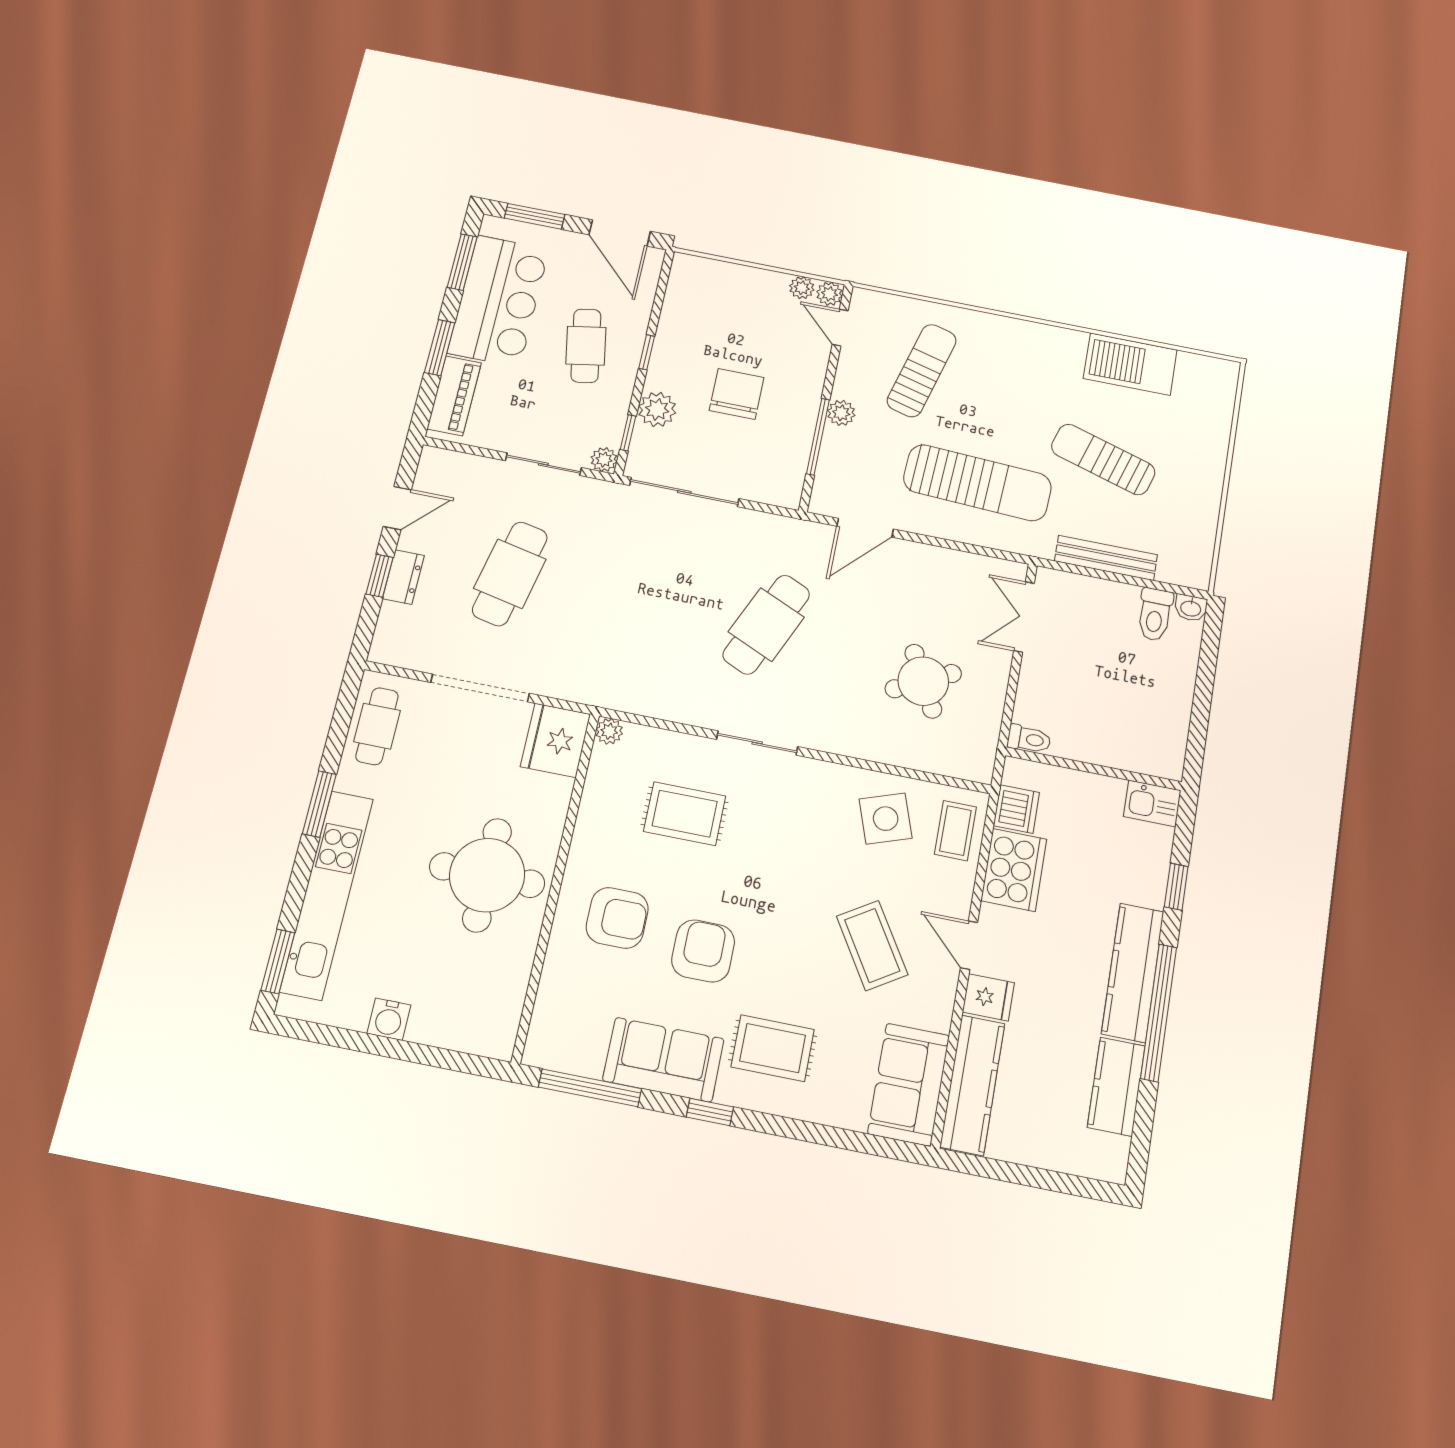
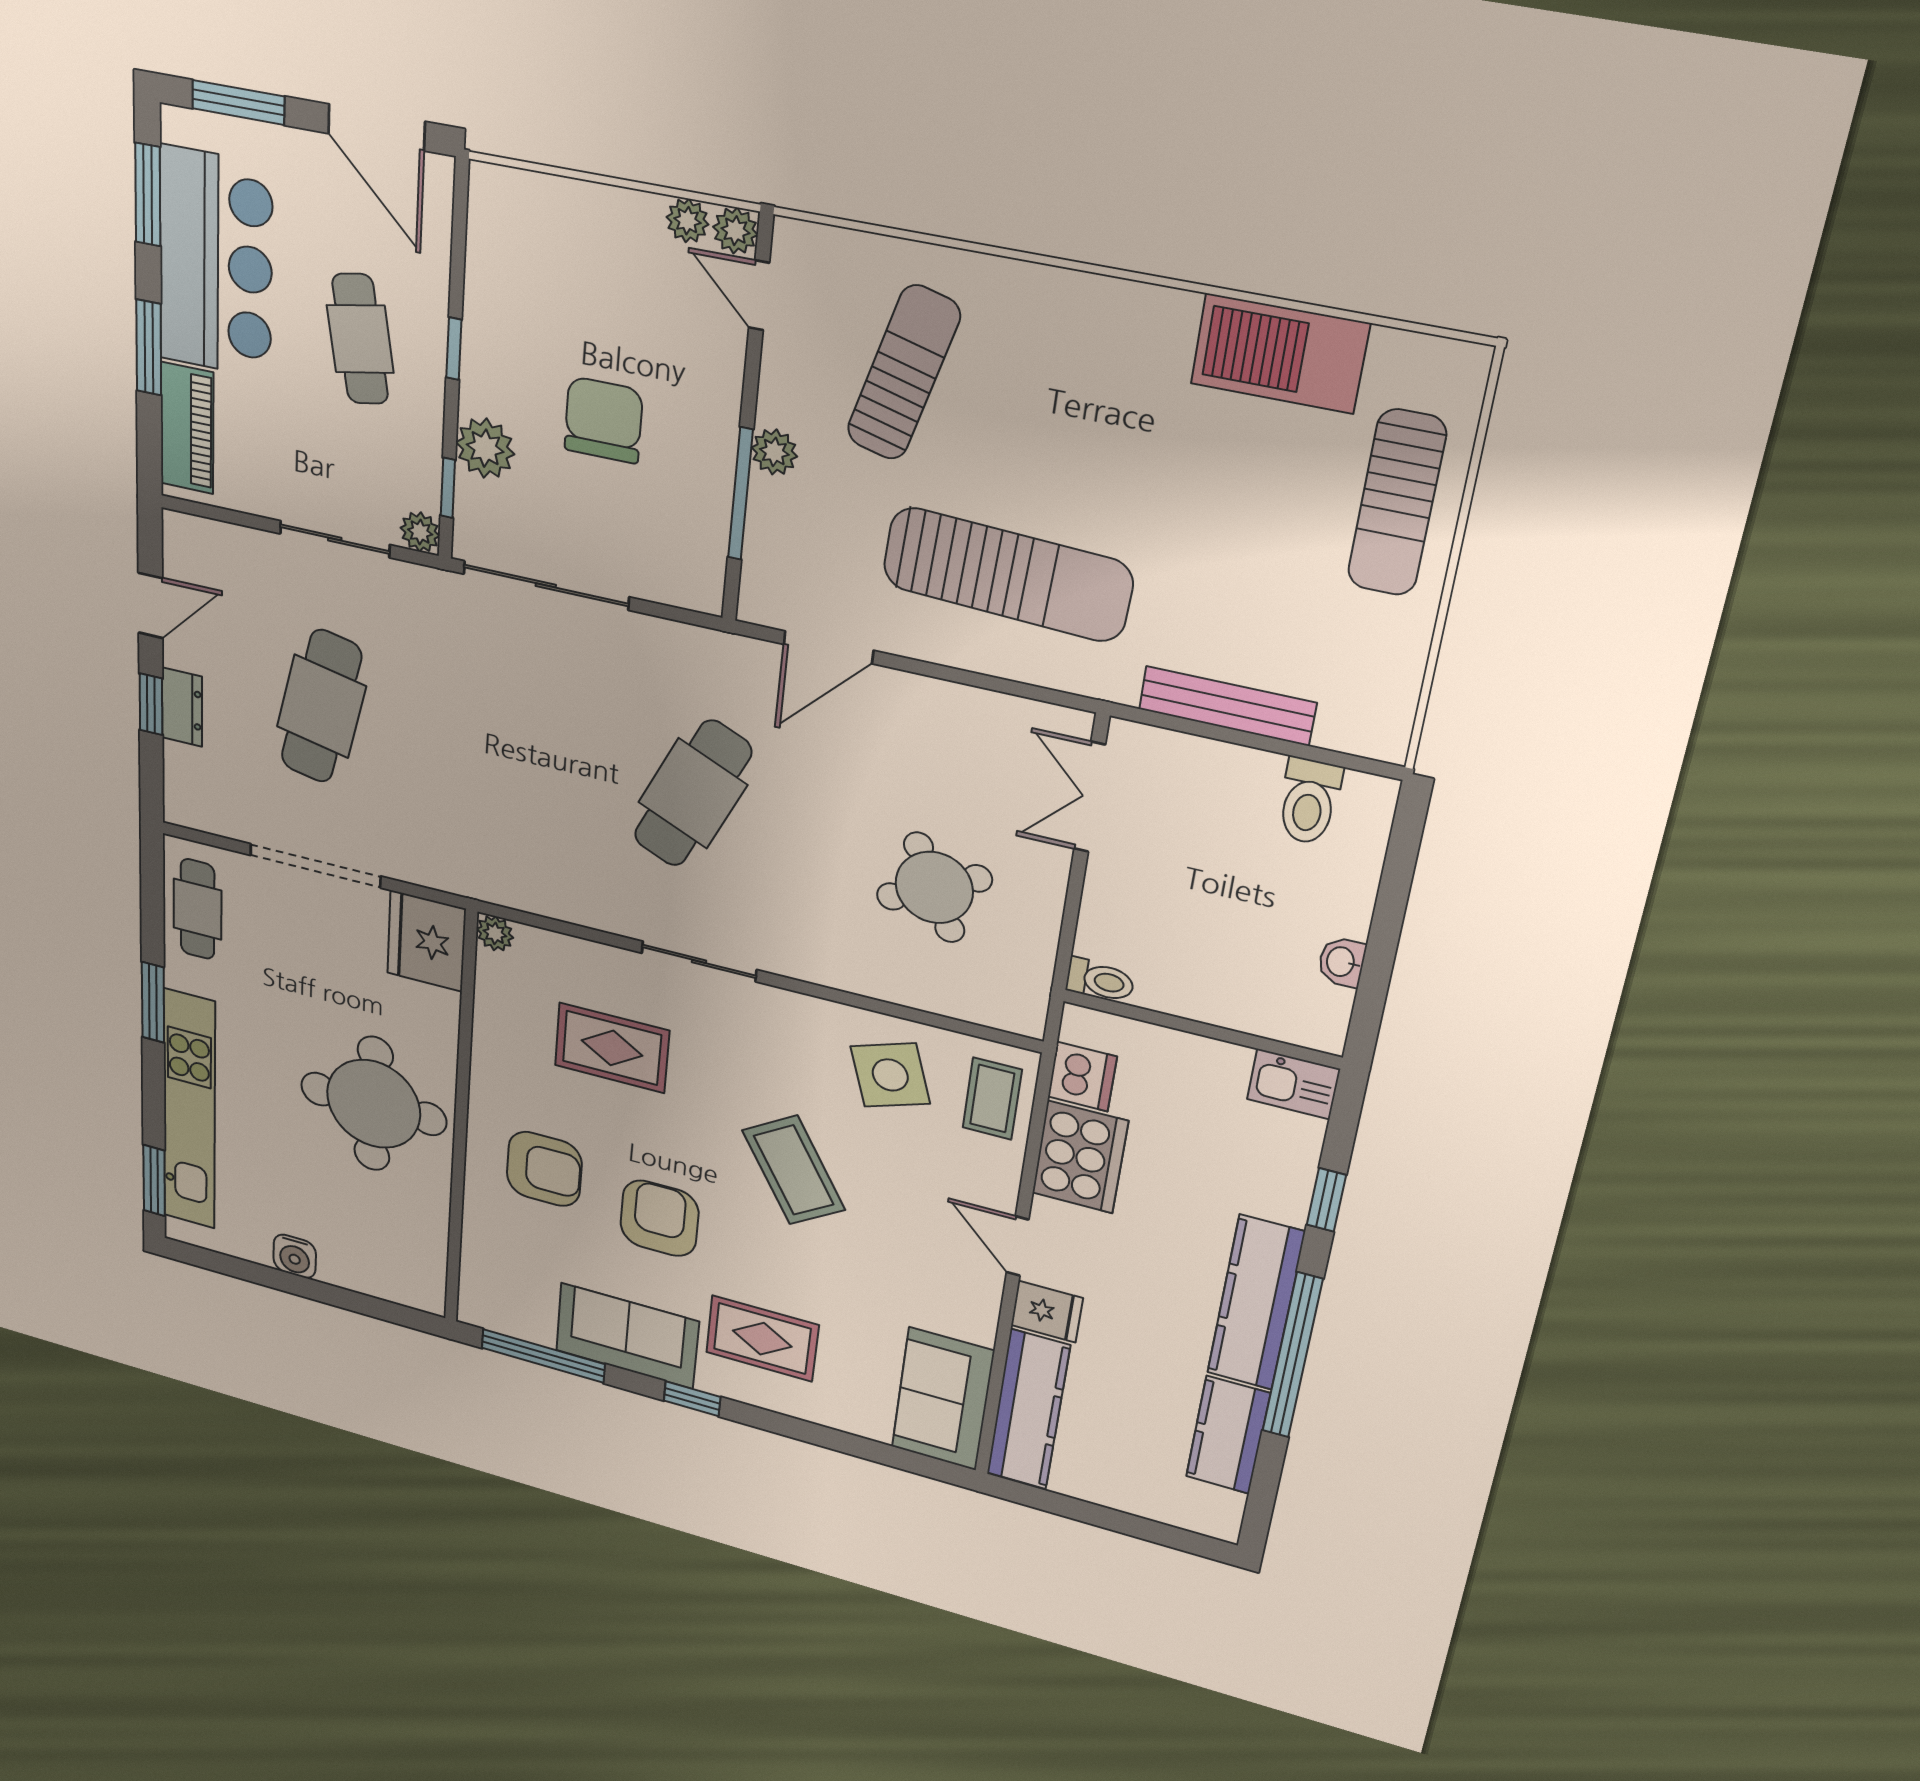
sun lounger: (1103, 459) -> (1397, 503), moved, turned -107
washbasin: (1191, 608) -> (1342, 962), moved, turned 90
coffee table: (872, 945) -> (794, 1170), moved

